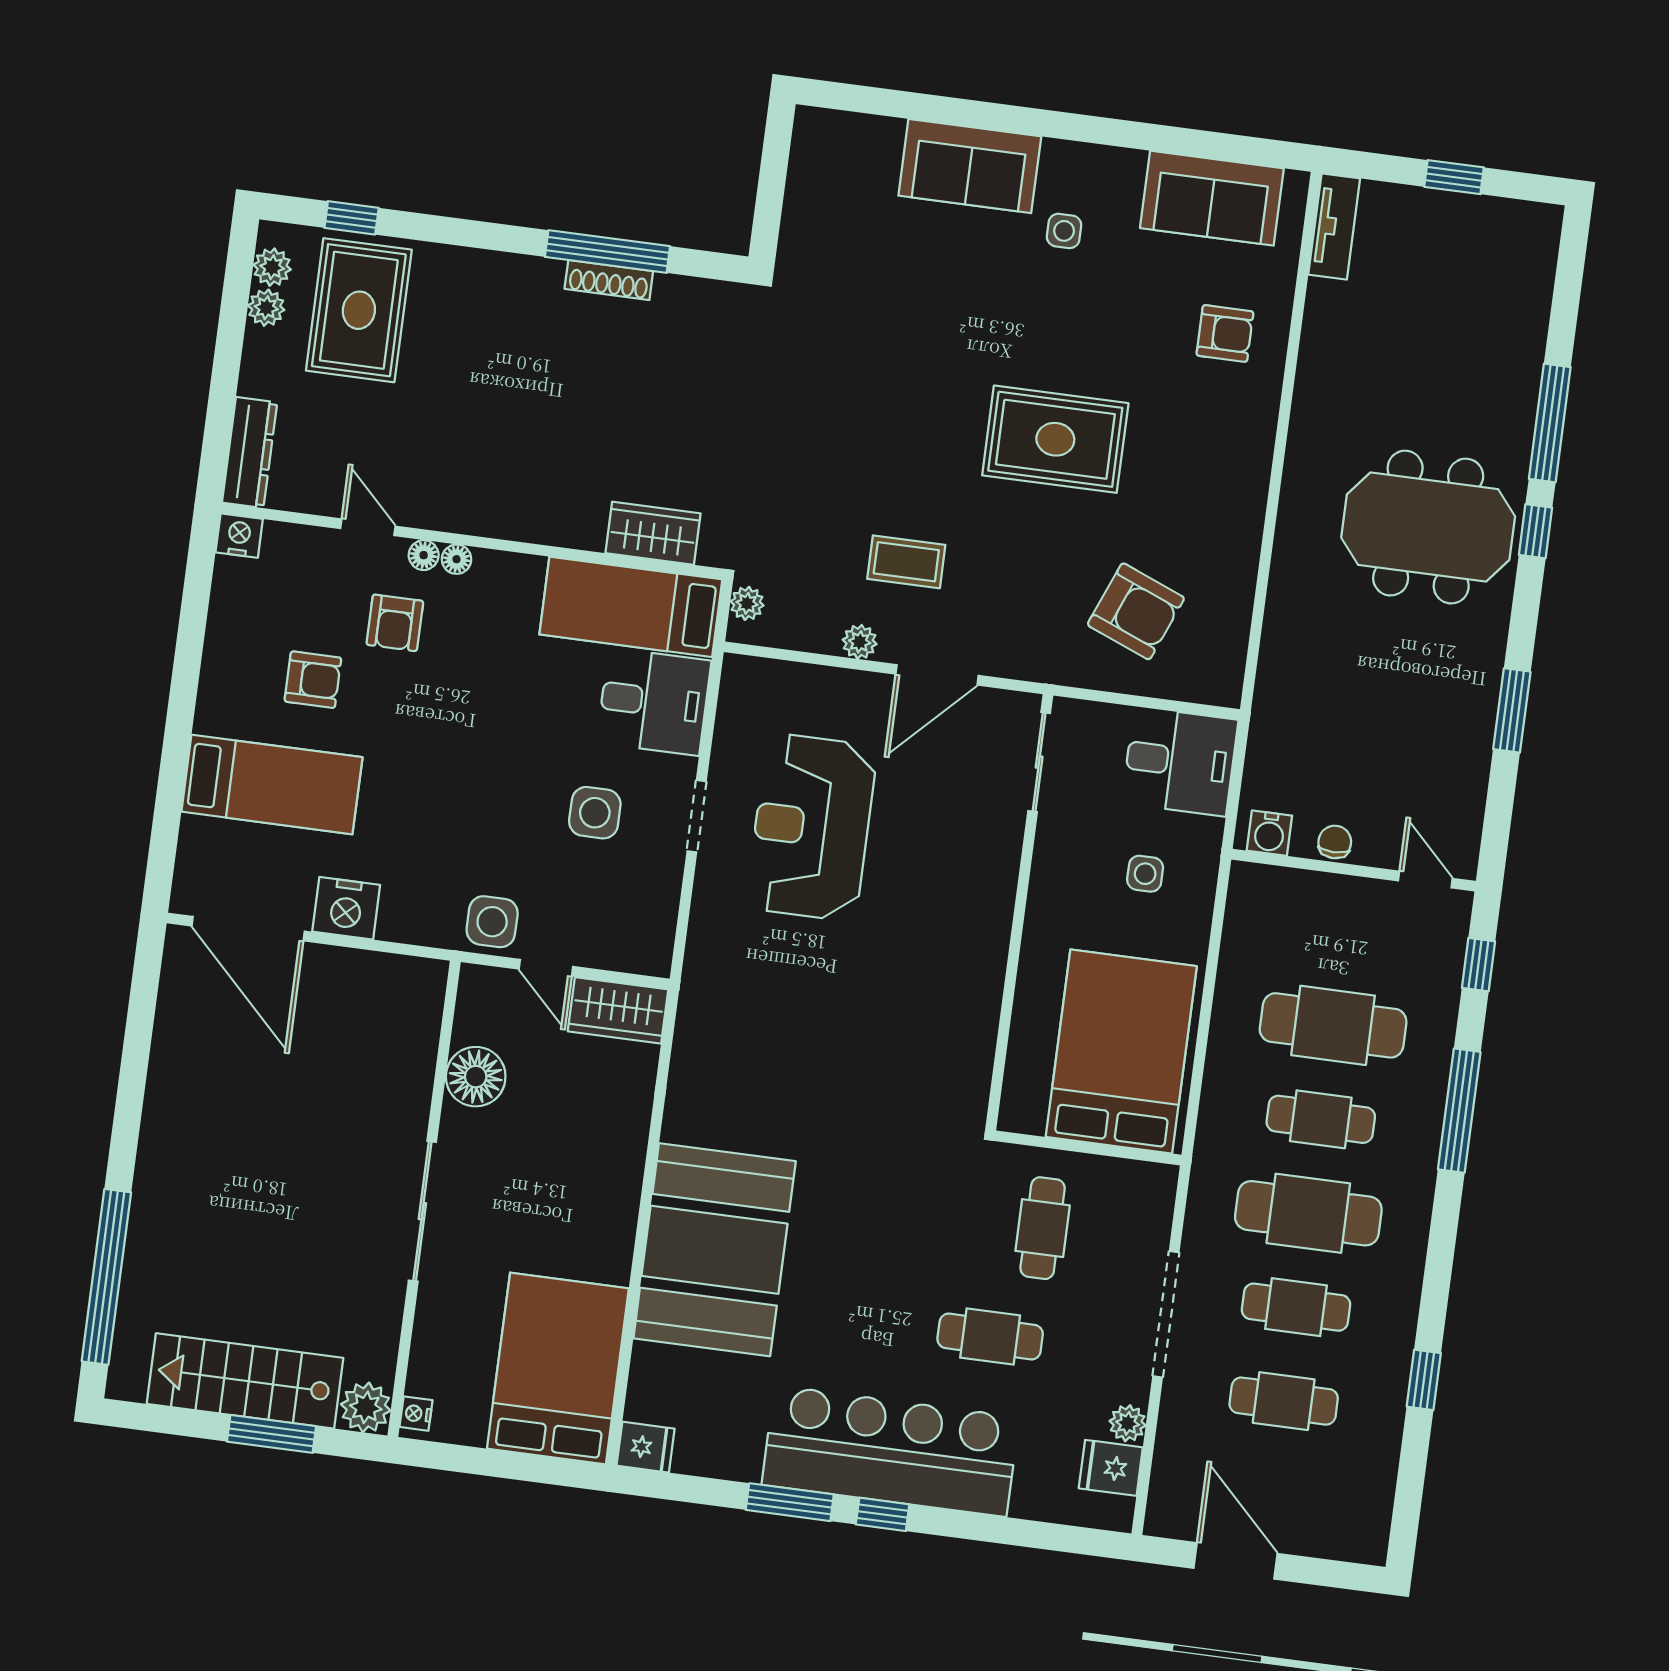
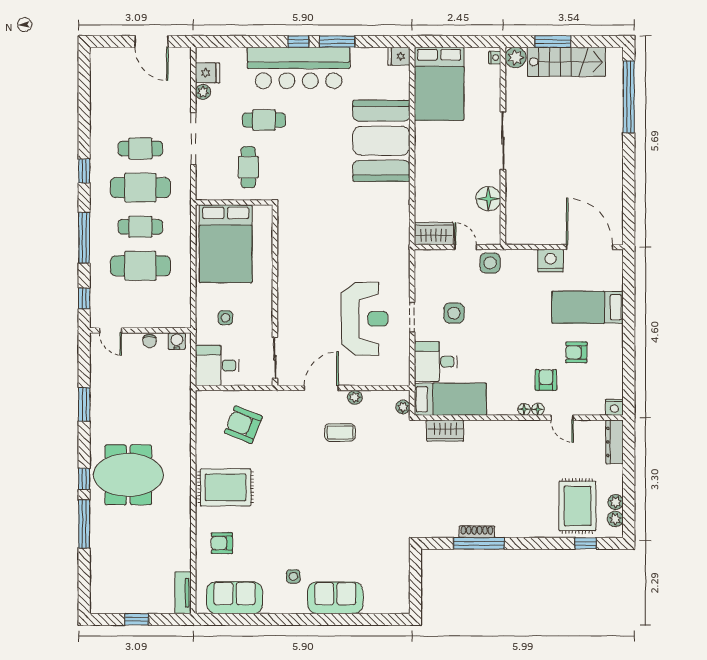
rug: (1055, 439) -> (226, 487), moved
window: (1424, 1380) -> (84, 171), moved
cafe table: (1284, 1401) -> (140, 109), removed

